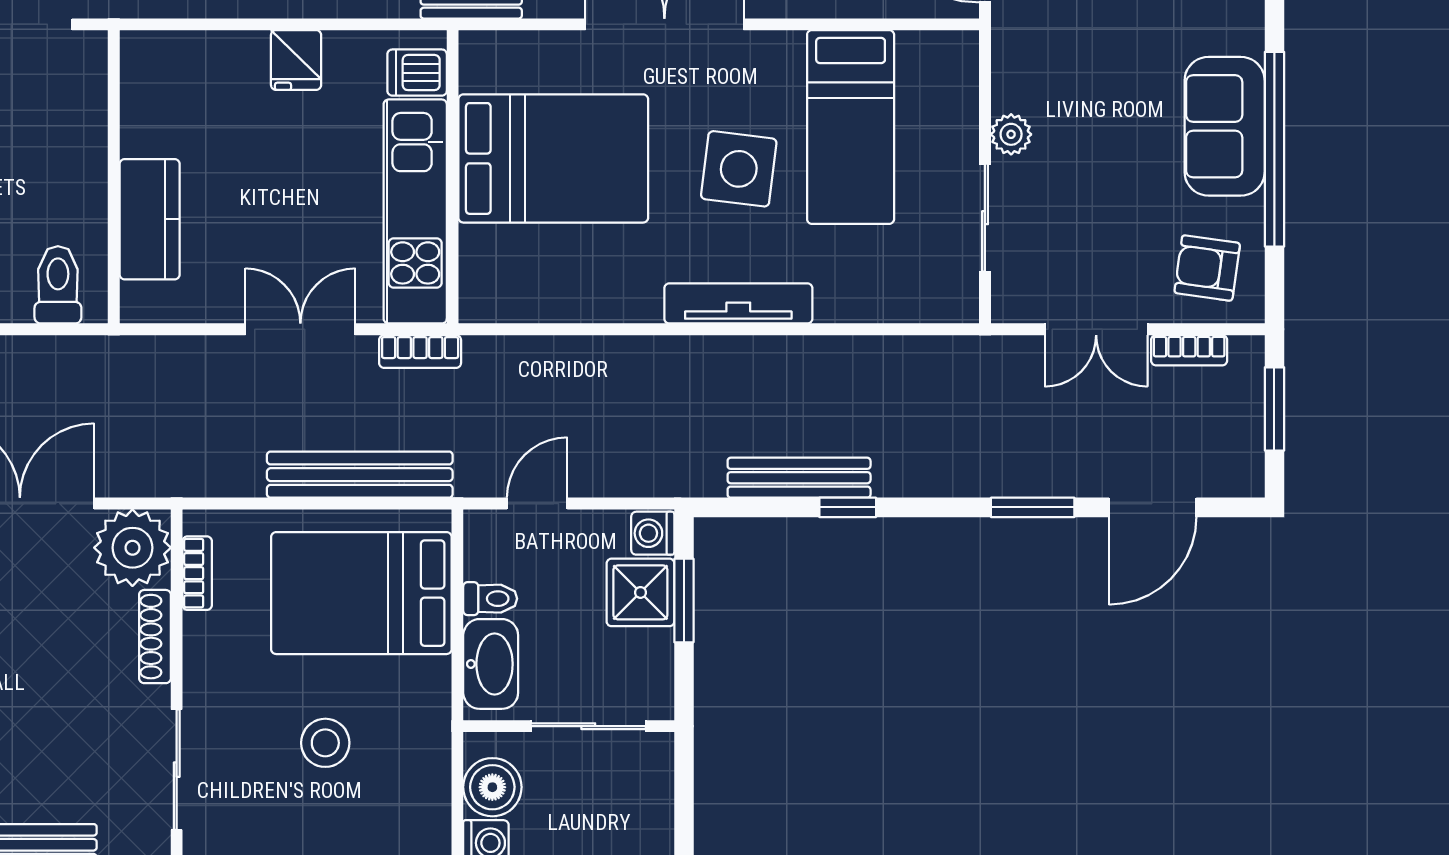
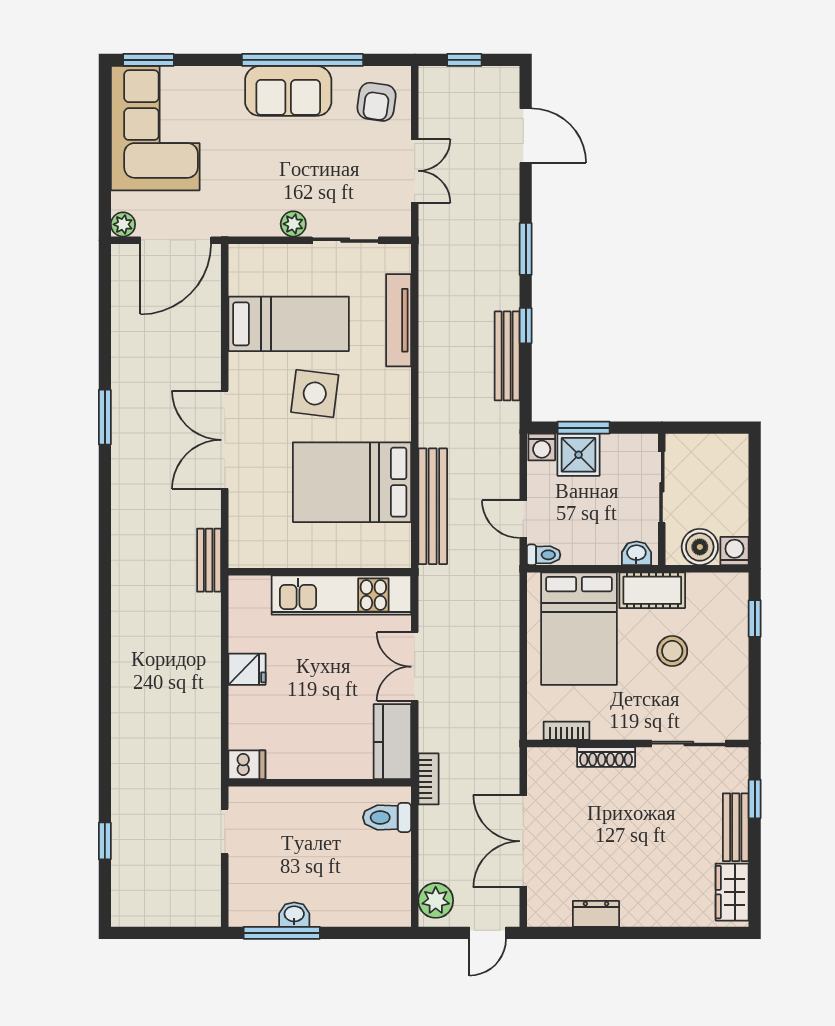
dishwasher: (417, 73) -> (247, 765), moved, turned -90
bed: (553, 158) -> (352, 482), moved, turned -90
kitchen counter: (150, 219) -> (392, 742), moved, turned -90
tv unit: (738, 303) -> (399, 320), moved
bookcase: (1189, 350) -> (428, 113), removed
bookcase: (420, 351) -> (428, 779), moved
window: (1274, 409) -> (464, 60), width x0.67
bench: (360, 475) -> (433, 506), moved
window: (1033, 507) -> (526, 249), moved
plant: (132, 548) -> (551, 771), removed
toilet: (490, 599) -> (544, 555), moved, turned 90
washbasin: (491, 664) -> (636, 553), width x0.52, depth x0.69
cot: (423, 711) -> (652, 590), added

